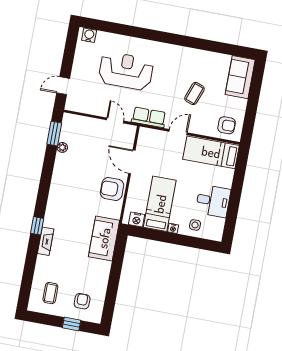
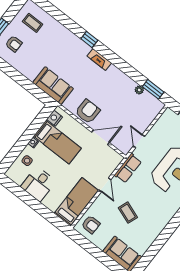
door: (115, 120) -> (139, 141), swing flipped
armchair: (227, 125) -> (91, 225), turned -90
fireplace: (46, 241) -> (99, 59), moved

